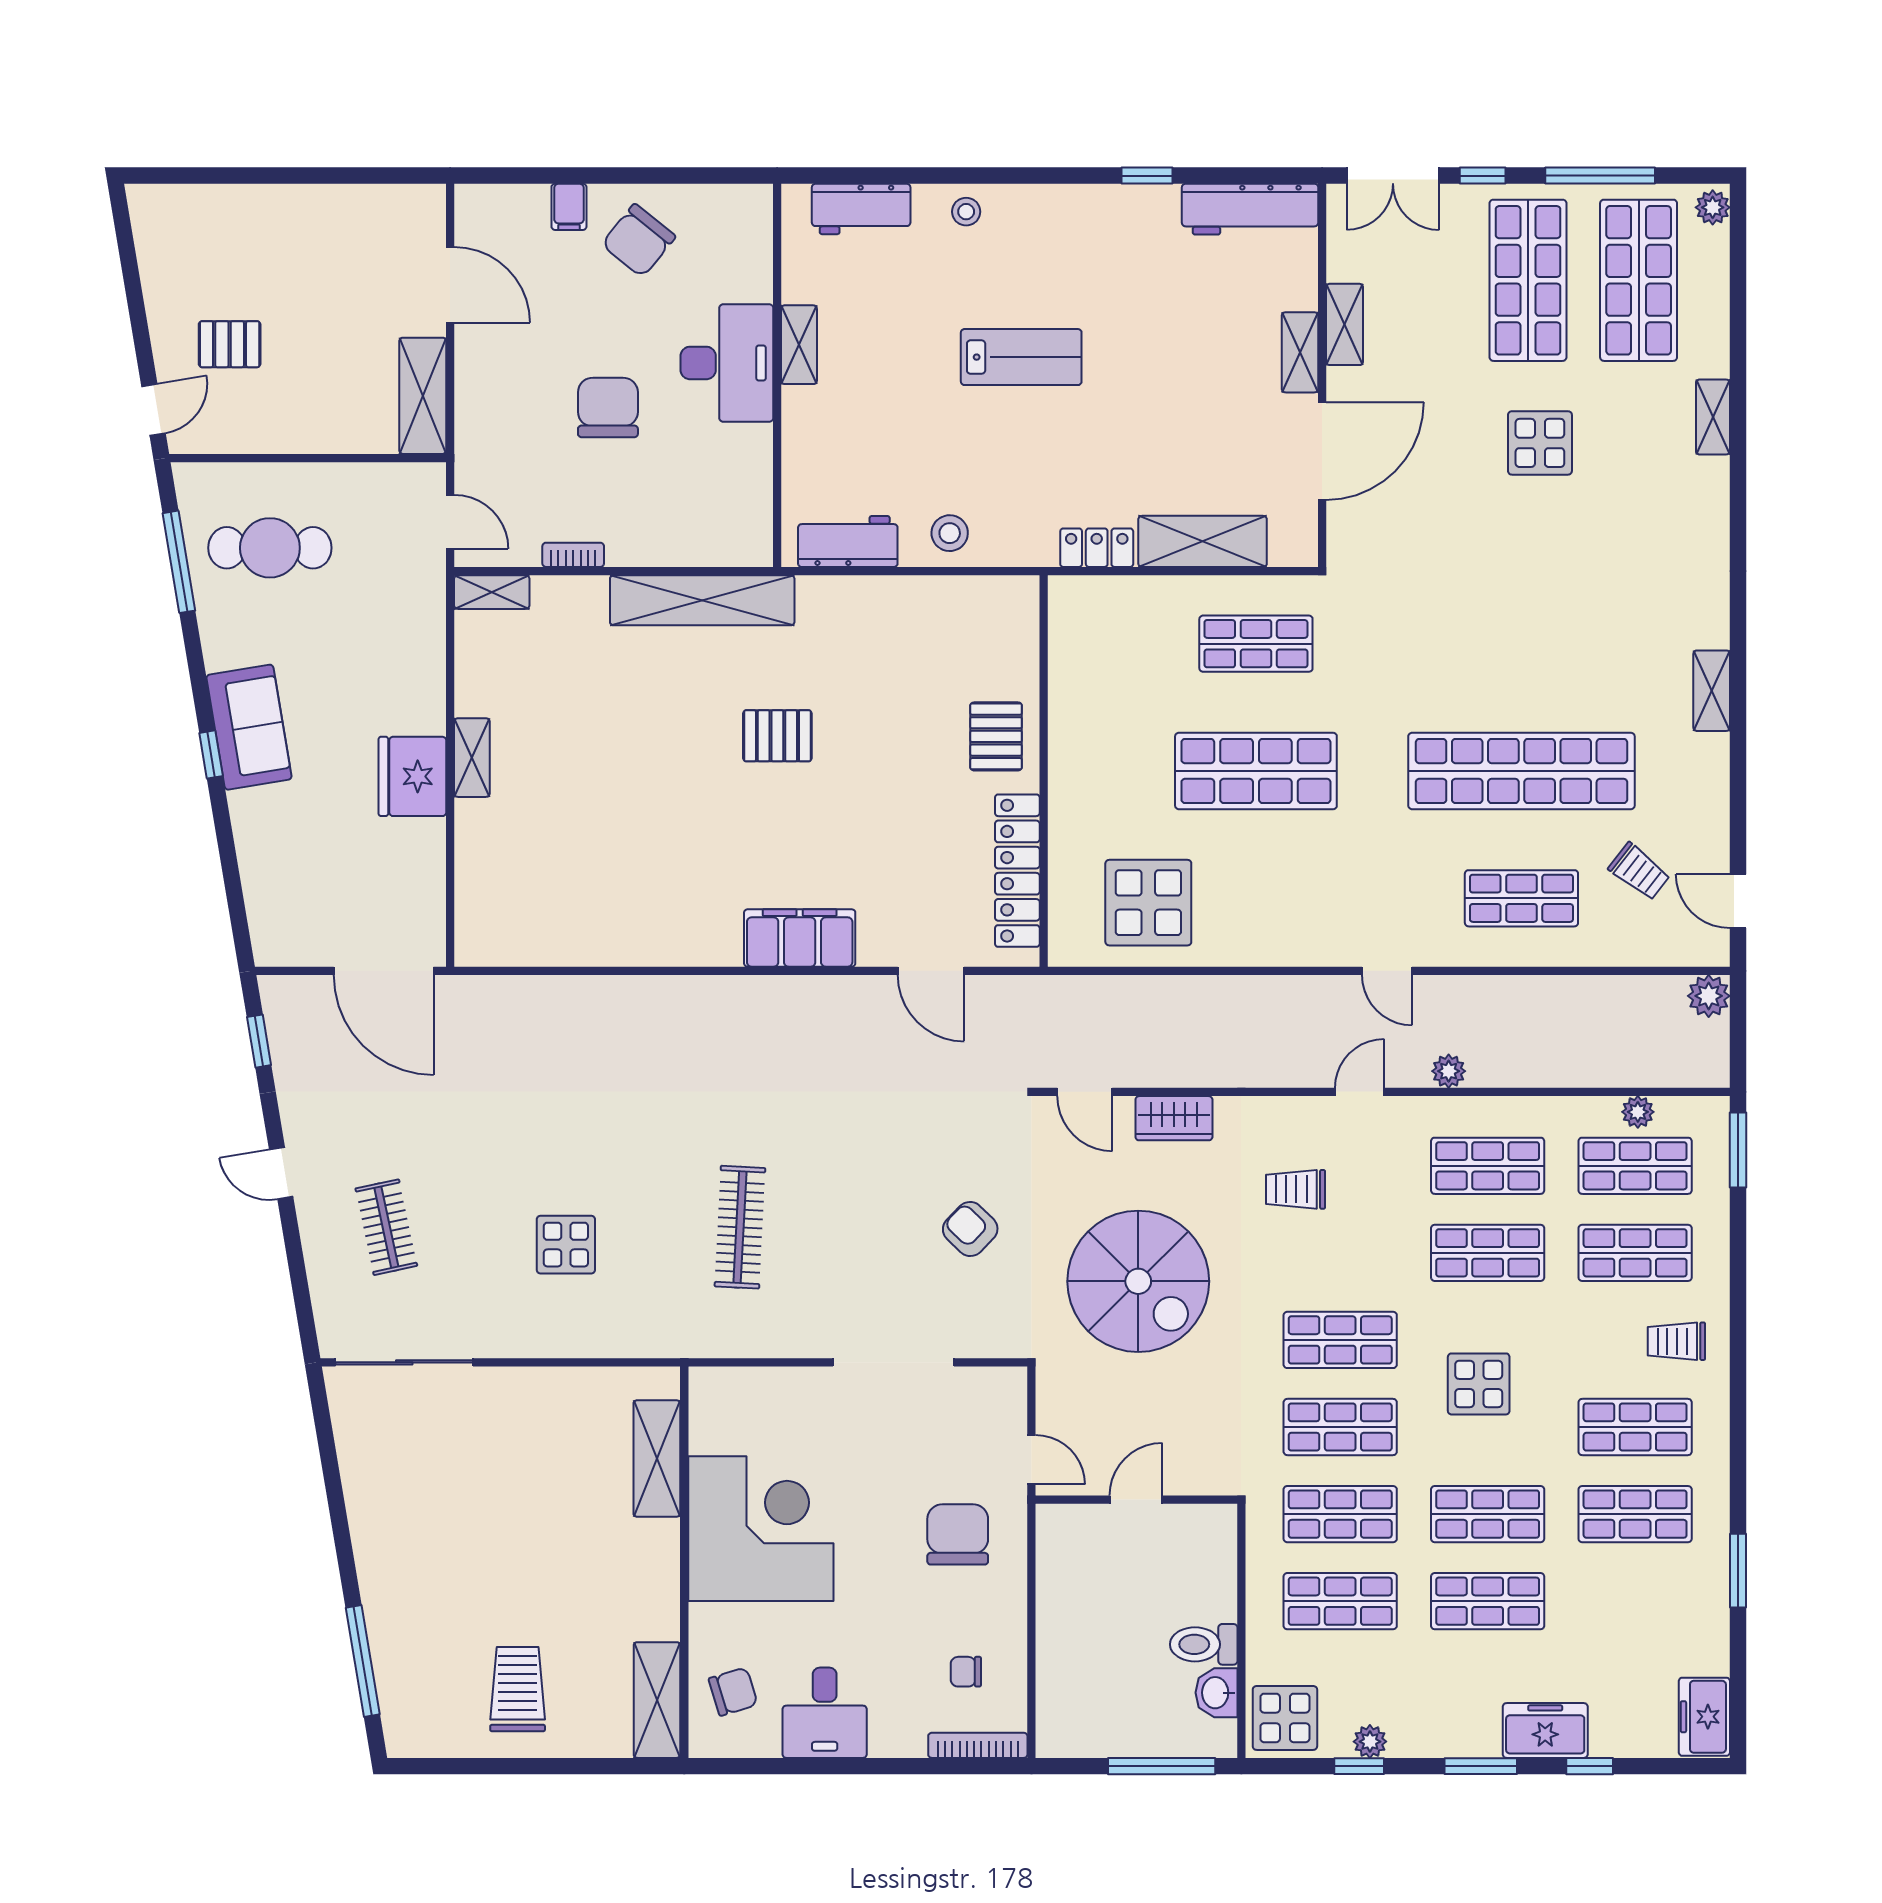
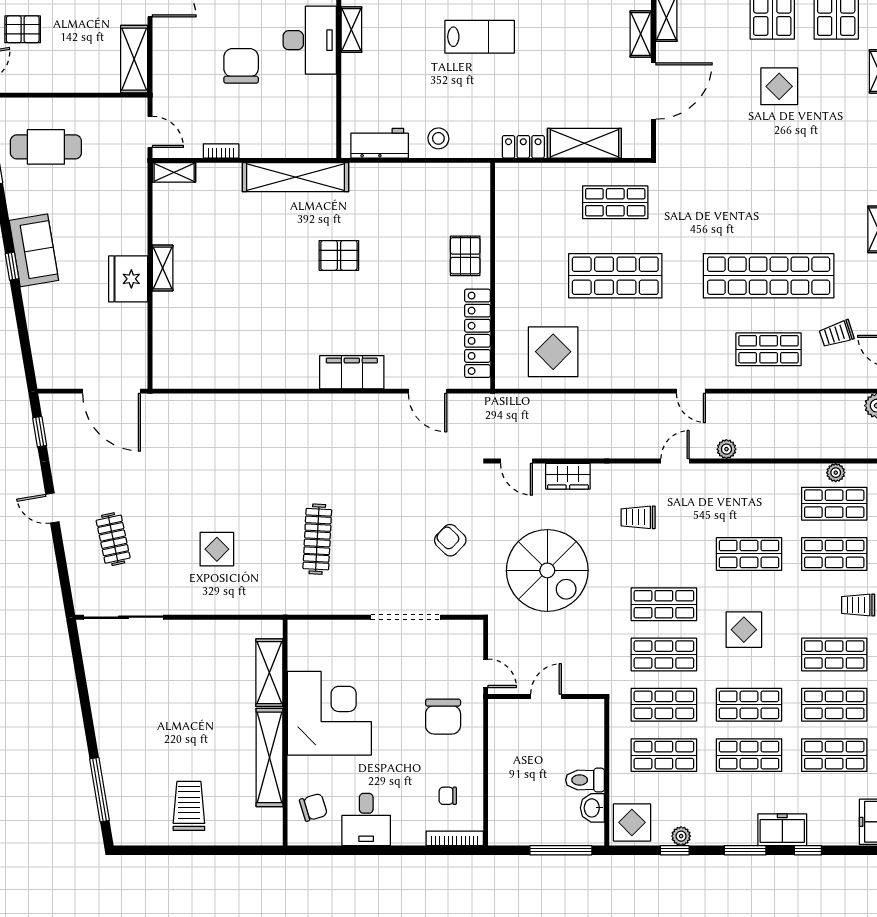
trolley: (1639, 871) -> (837, 334), turned 124
shop shelf: (1488, 1166) -> (834, 755), moved
chair: (958, 1534) -> (443, 717), turned 180
shelving: (657, 1700) -> (269, 757), moved, width x1.47

